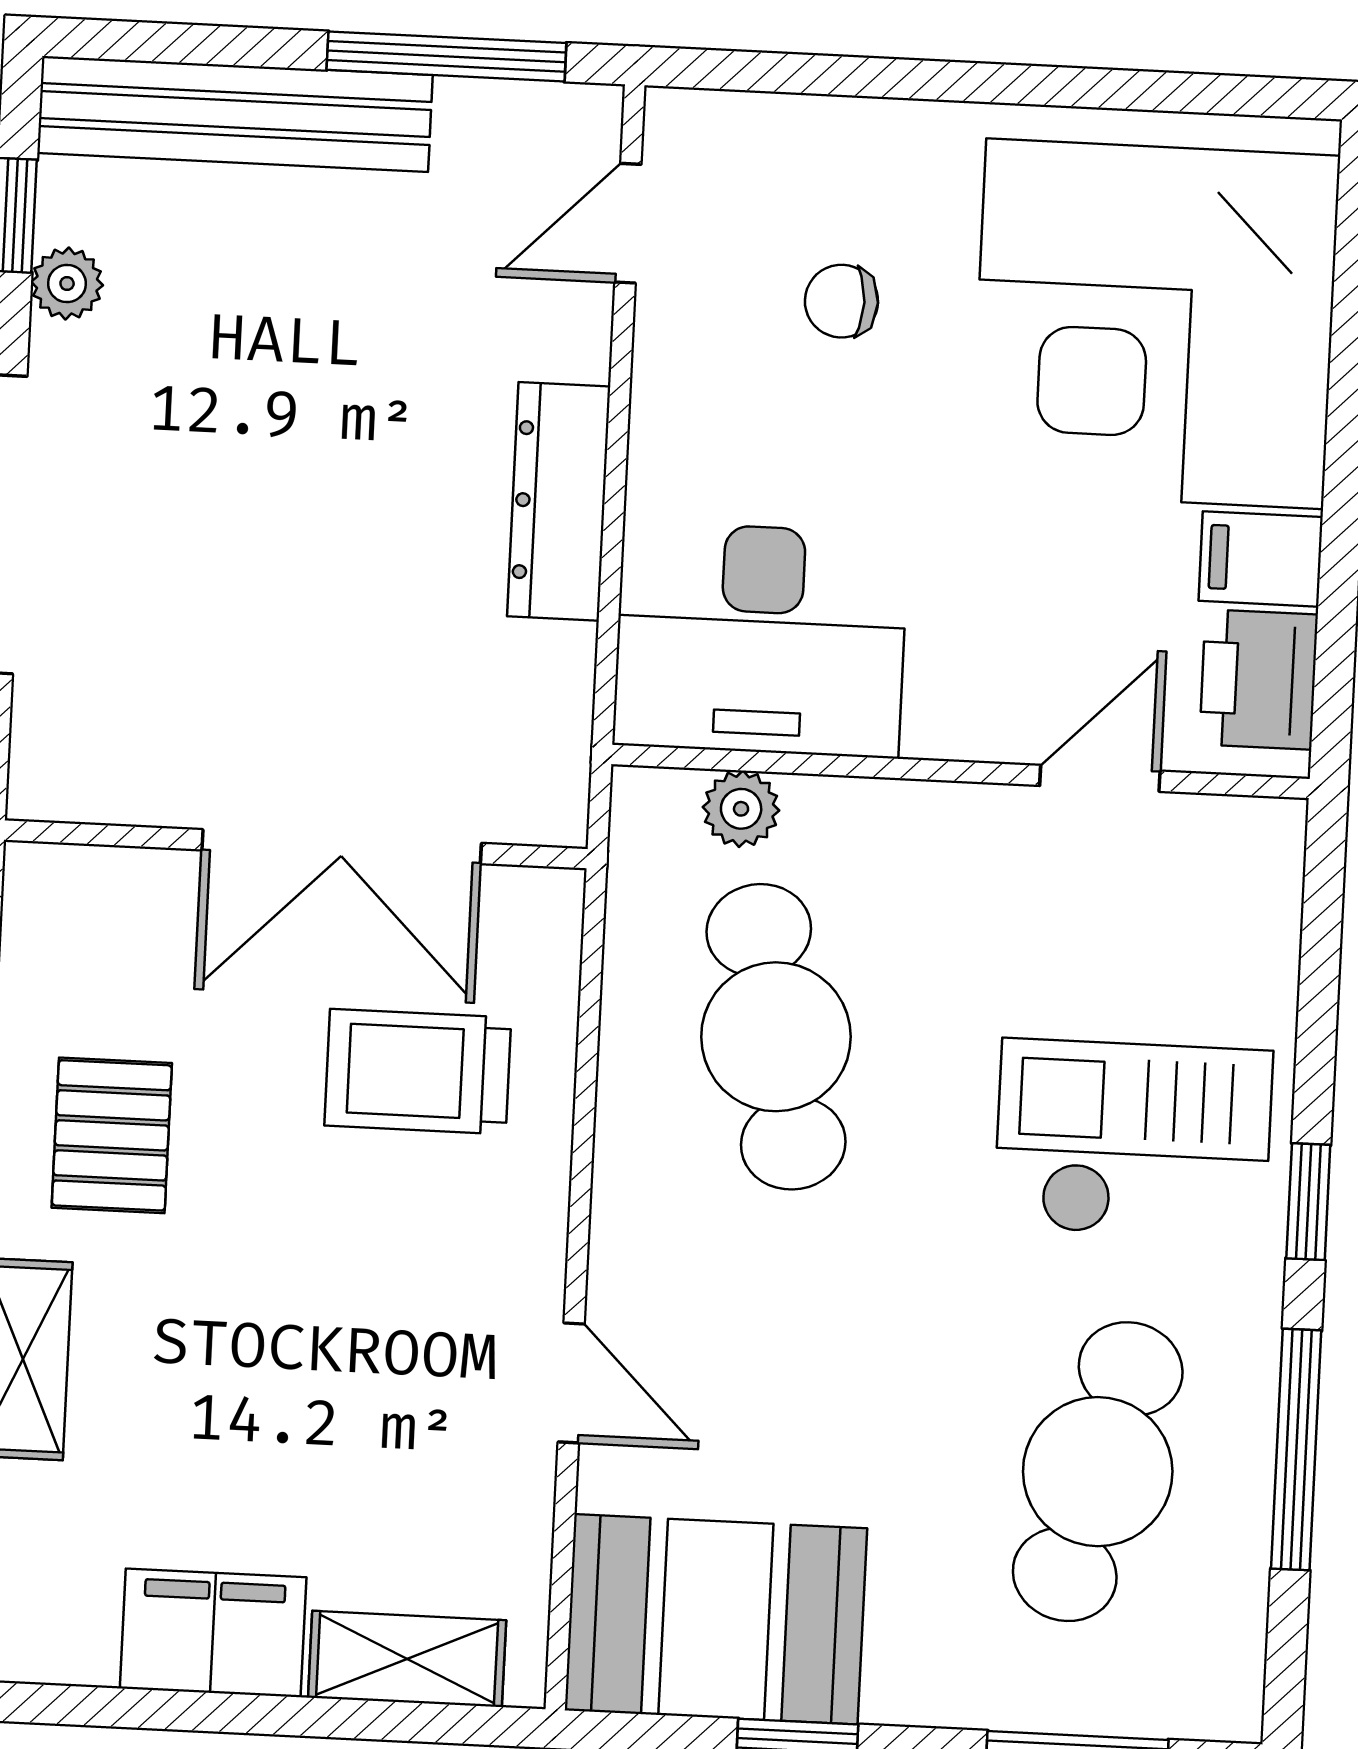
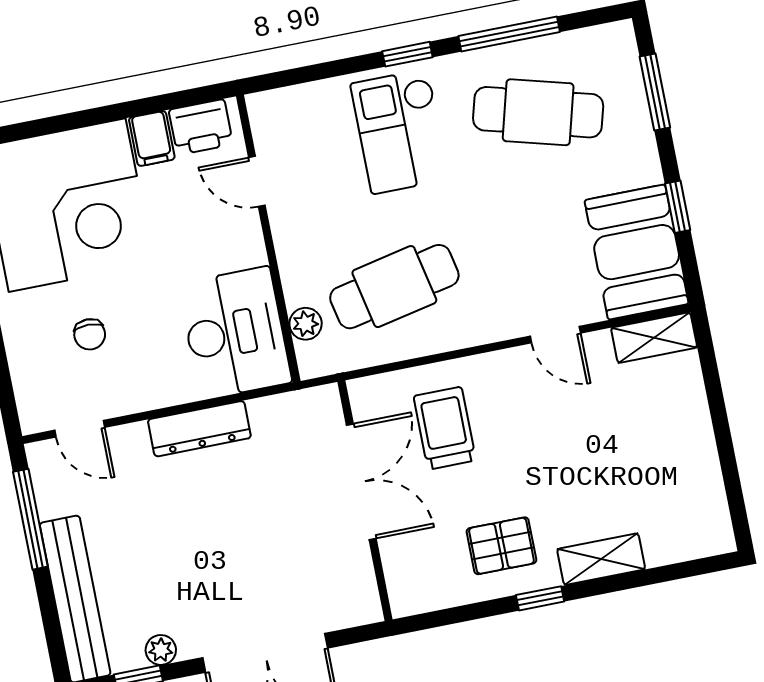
trolley: (418, 1072) -> (445, 428), turned 180
door: (571, 1383) -> (555, 335), swing flipped
filing cabinet: (213, 1633) -> (693, 454), removed
shelving: (407, 1659) -> (654, 338), moved, turned 90

